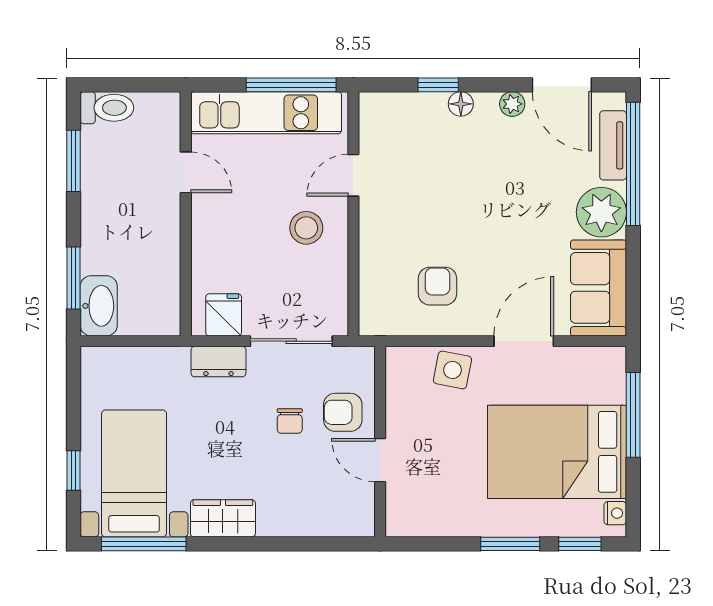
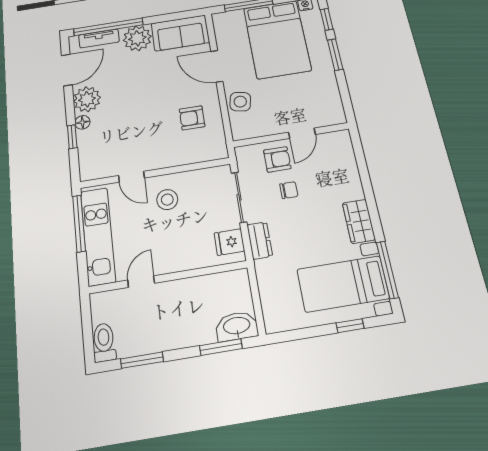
plant: (512, 104) -> (87, 99), width x1.87, depth x1.87
armchair: (343, 412) -> (277, 159), turned -90

